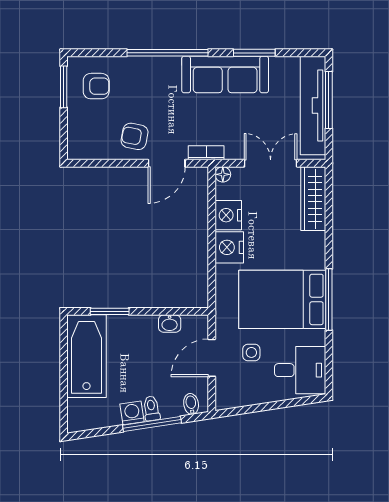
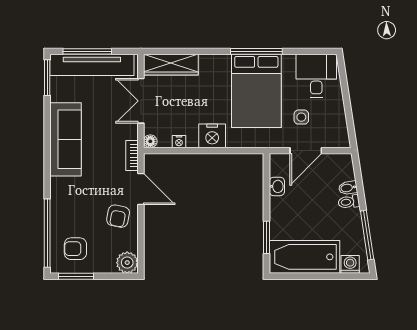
window: (168, 53) -> (47, 233), moved
window: (254, 53) -> (47, 78), moved
armchair: (96, 86) -> (75, 249), turned -90
plant: (80, 147) -> (127, 263), added
nightstand: (228, 215) -> (179, 142), width x0.53, depth x0.56
door: (212, 358) -> (306, 151), hinge flipped
bidet: (191, 404) -> (348, 188), moved
washing machine: (132, 413) -> (350, 264), moved, turned 99
window: (152, 424) -> (367, 235), moved

